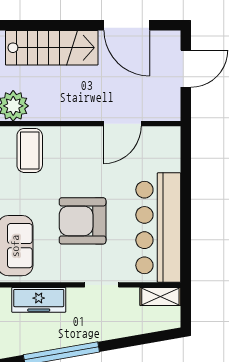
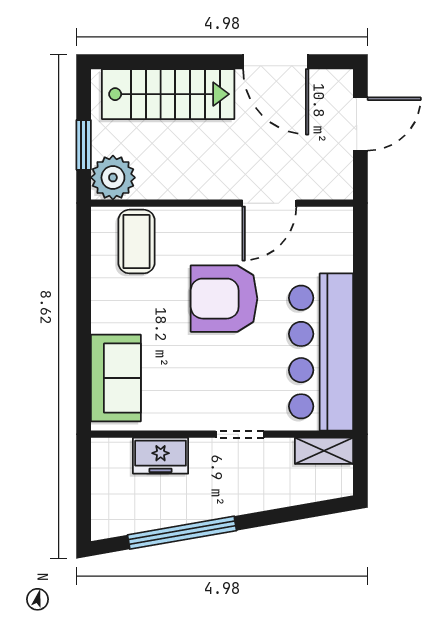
armchair: (83, 221) -> (224, 299), moved
freezer: (39, 300) -> (161, 456), width x0.71

